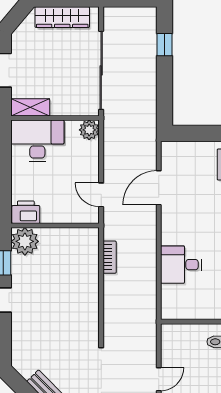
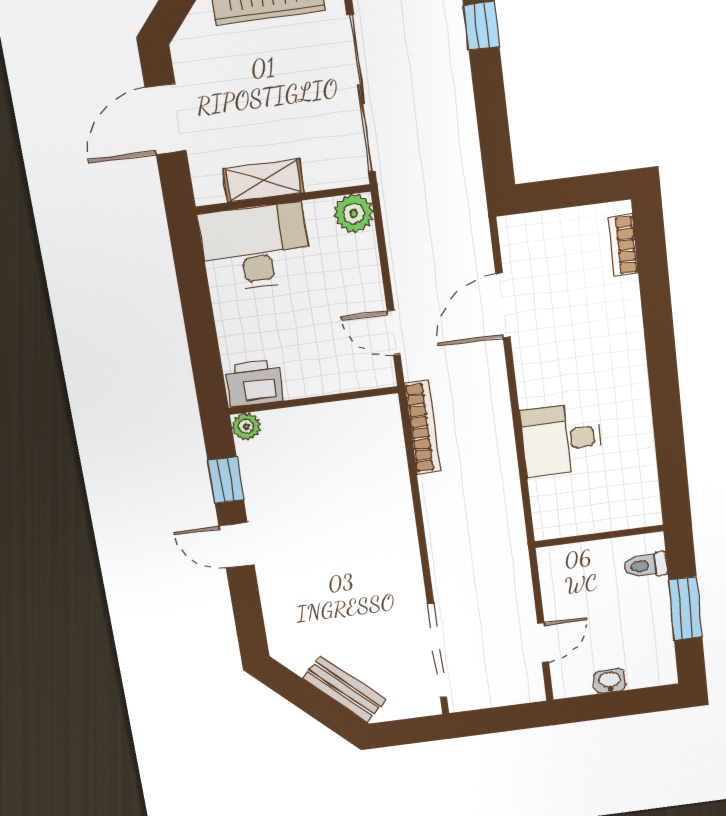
shelving: (30, 107) -> (263, 181), moved
plant: (25, 241) -> (246, 426), width x0.53, depth x0.53
bookcase: (110, 257) -> (423, 427), width x1.56

